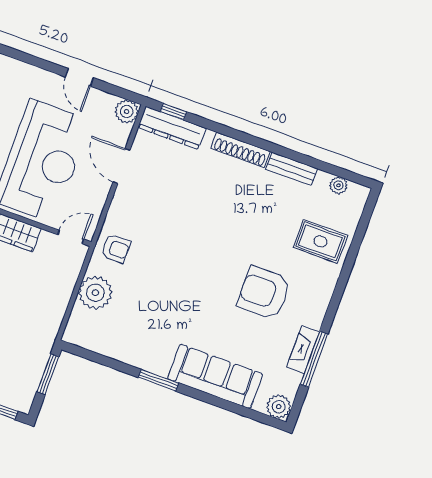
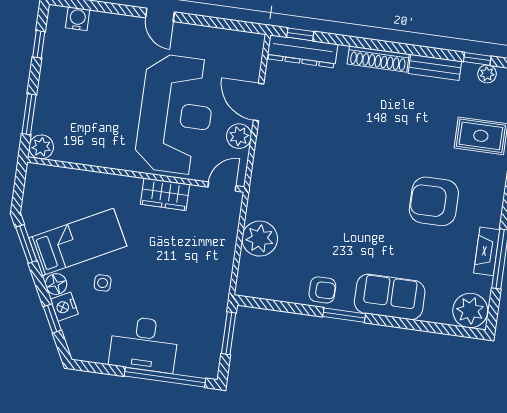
door: (79, 77) -> (160, 15), moved
plant: (127, 111) -> (239, 136), moved
window: (332, 170) -> (477, 59), added
armchair: (116, 249) -> (322, 290), moved
sofa: (215, 376) -> (390, 297), width x0.73
plant: (279, 407) -> (470, 311), width x1.36, depth x1.36

